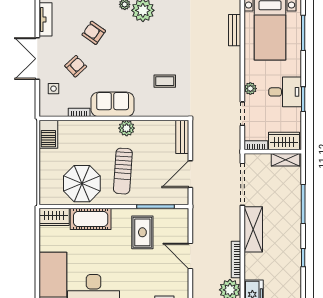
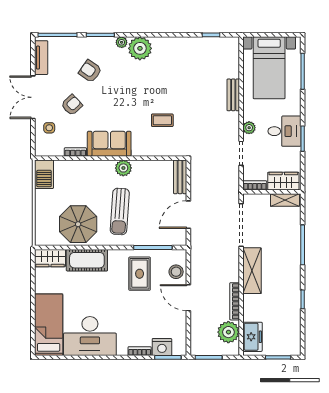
bench: (235, 30) -> (233, 95), moved
stool: (178, 230) -> (176, 272), added

